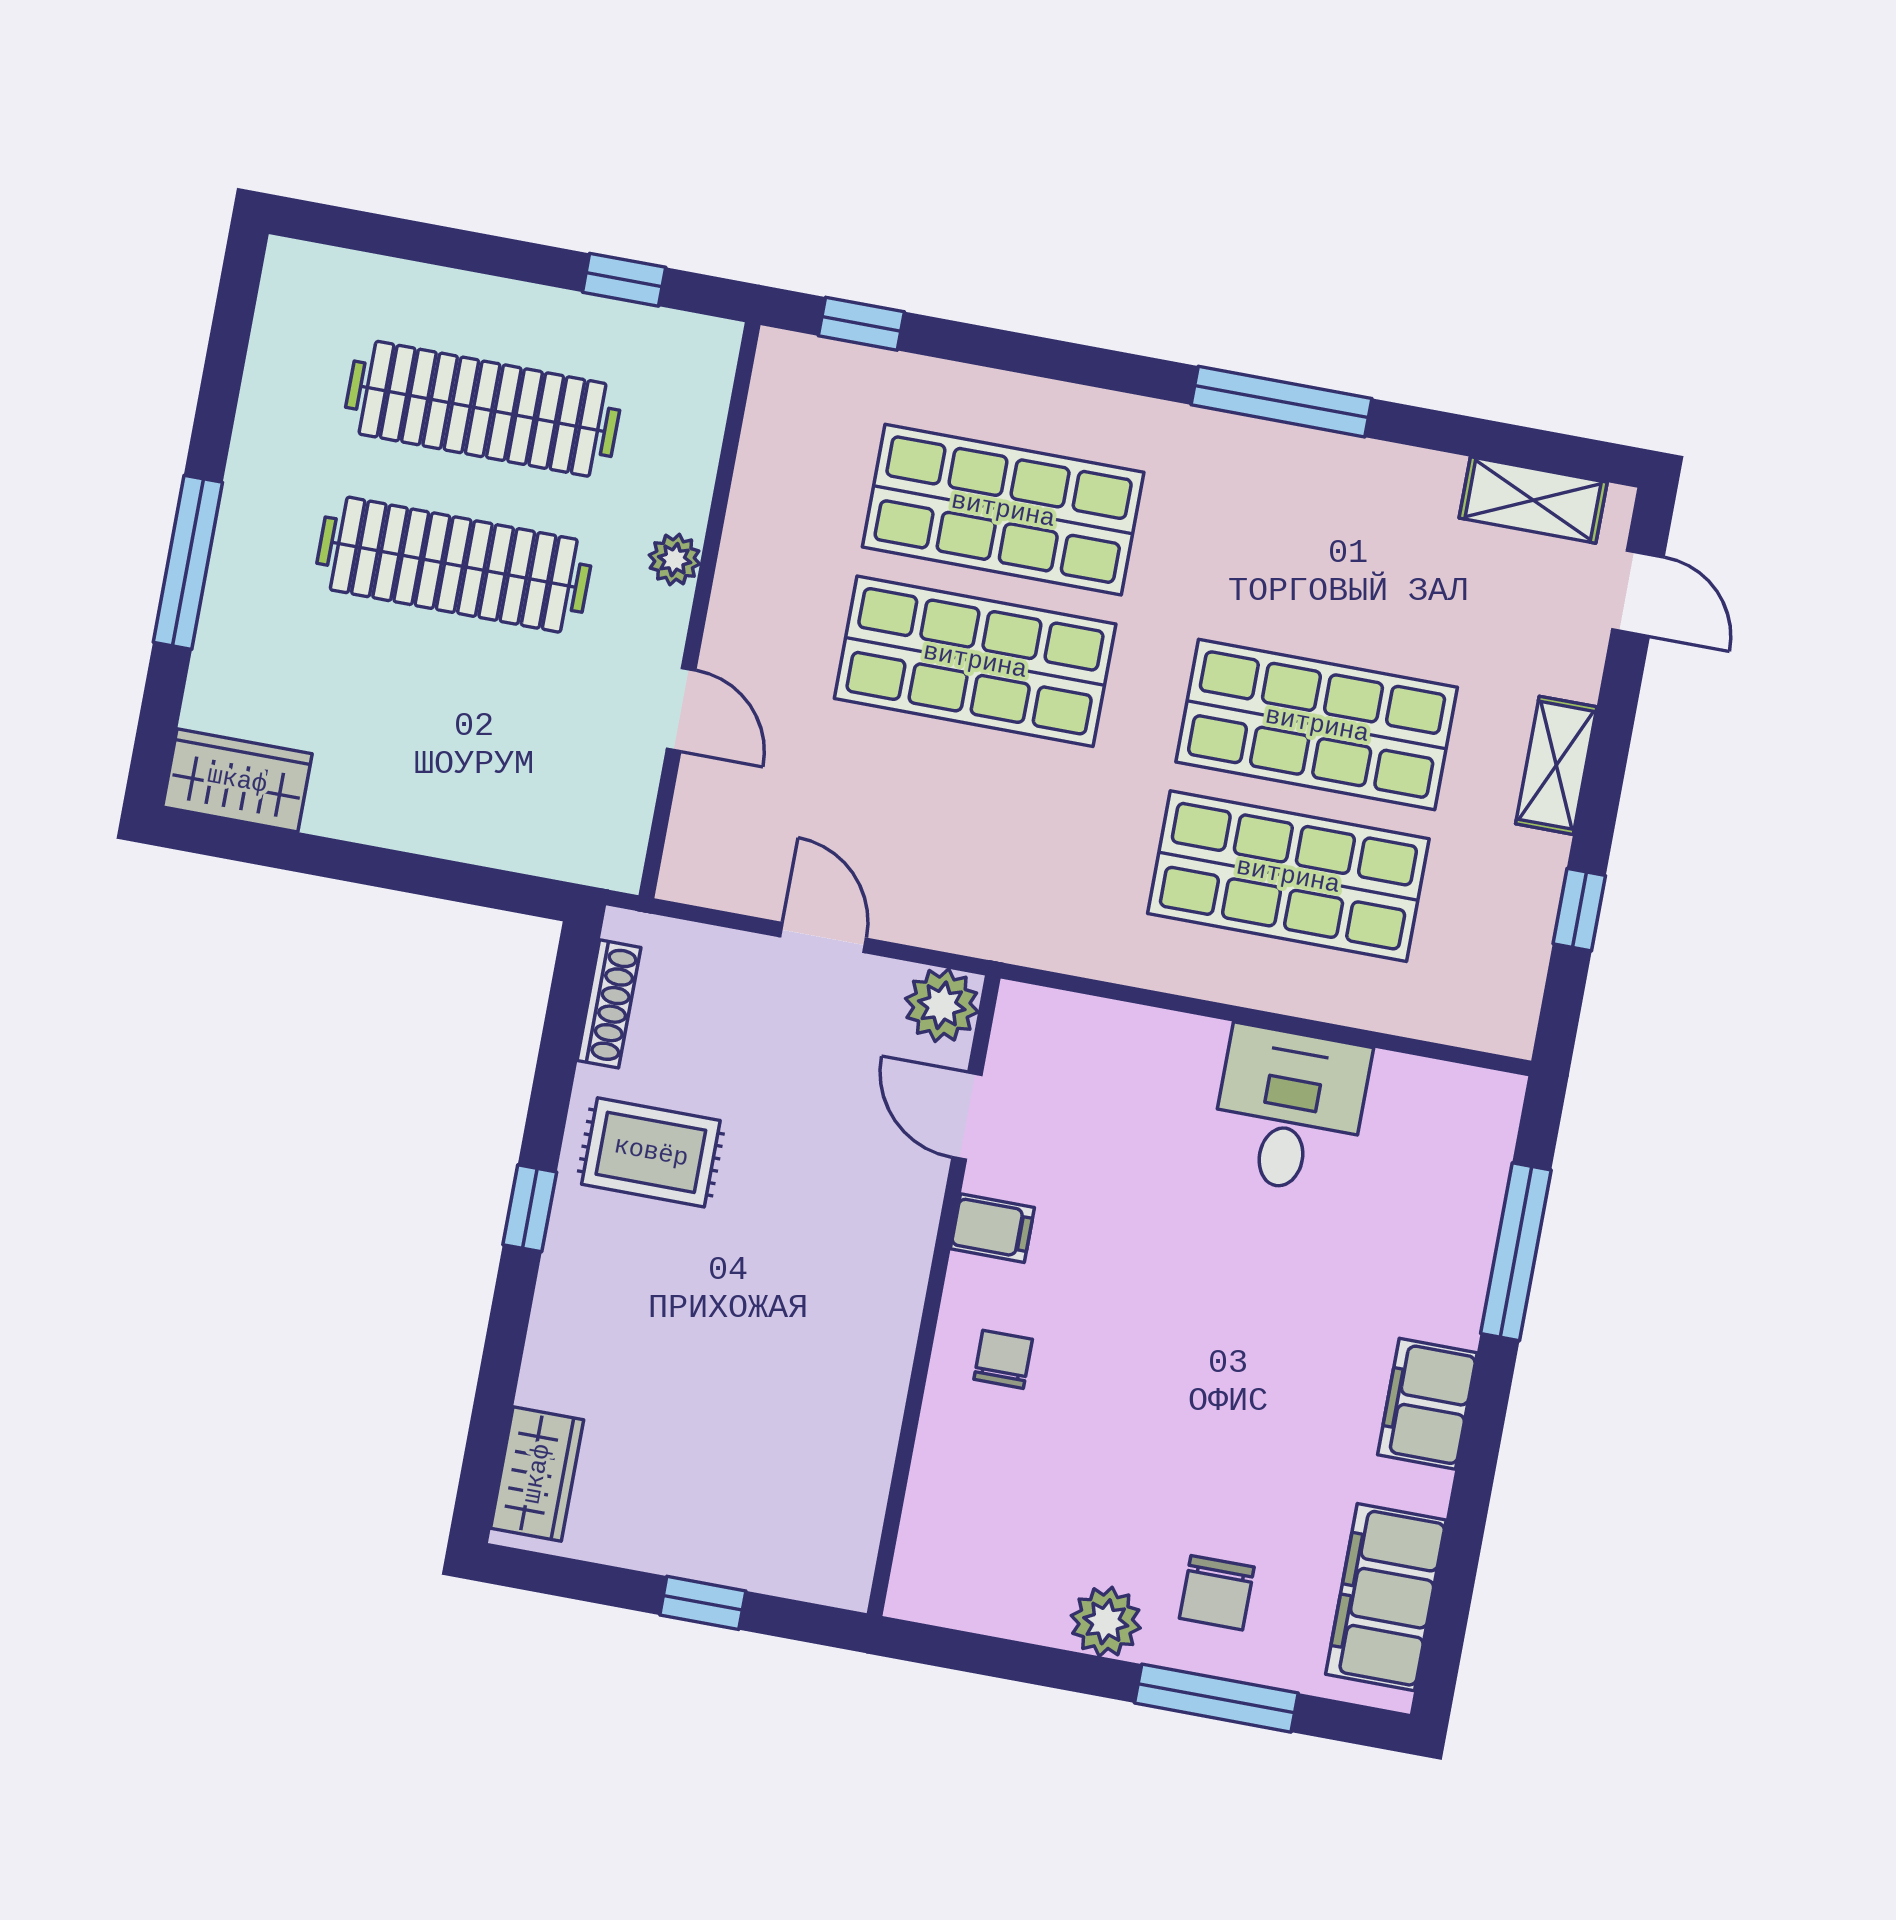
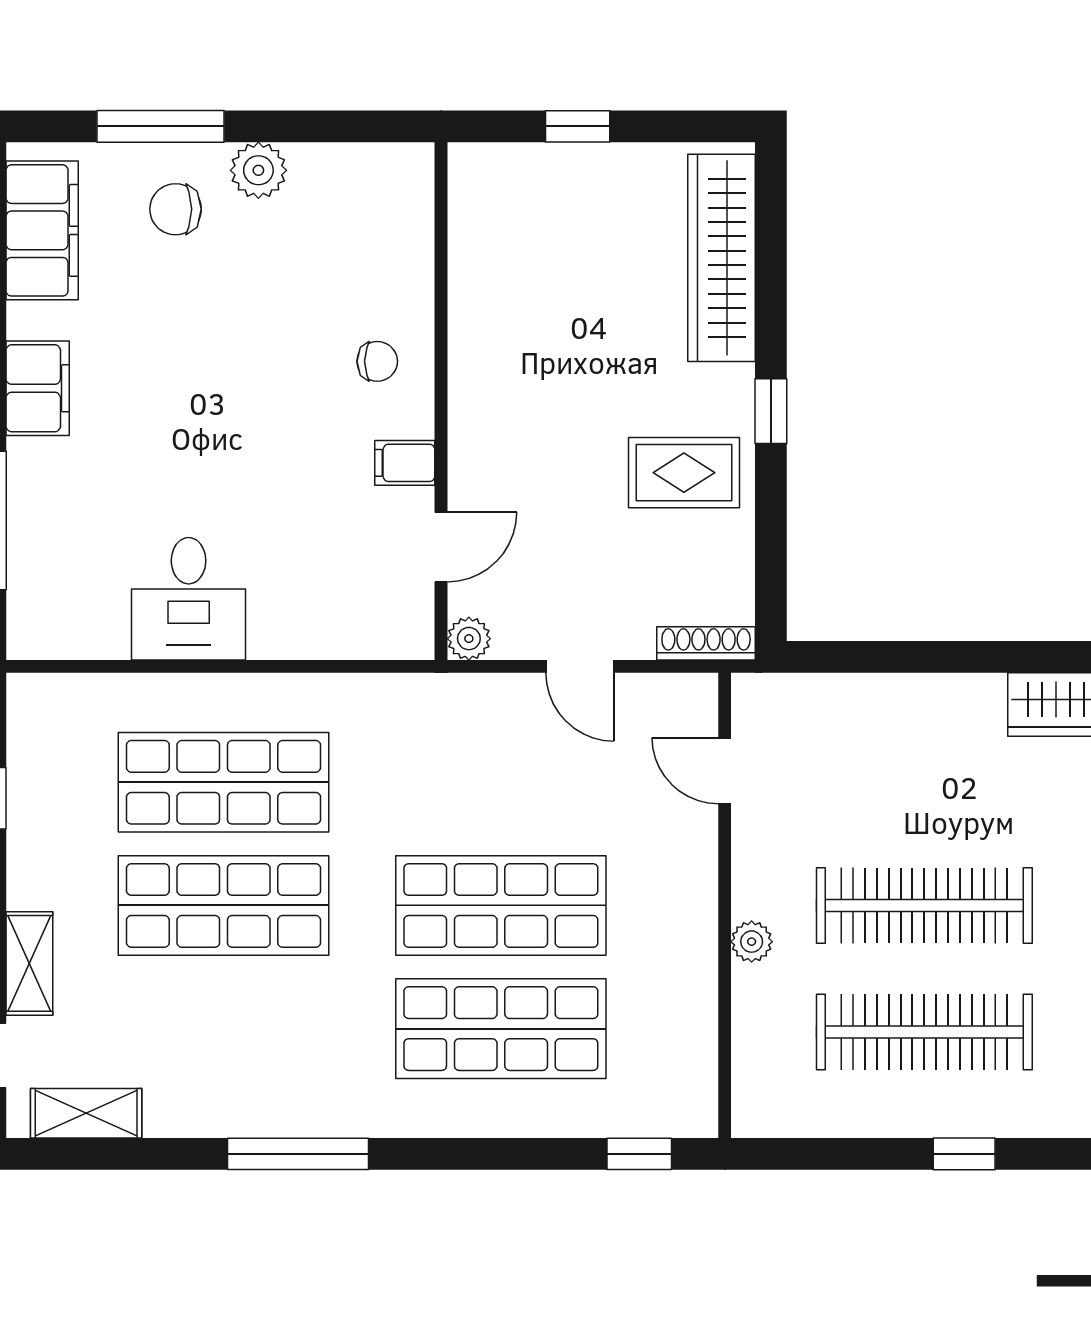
window: (624, 280) -> (964, 1154), moved
door: (681, 710) -> (725, 771), moved
shelving: (1556, 765) -> (29, 963), moved
shoe rack: (609, 1004) -> (706, 643), moved, turned 90
plant: (942, 1005) -> (469, 639), width x0.73, depth x0.73
door: (967, 1116) -> (441, 547), hinge flipped
chair: (1003, 1359) -> (377, 361), turned -90
wardrobe: (537, 1474) -> (722, 258), width x2.10, depth x1.17
chair: (1217, 1593) -> (176, 209), turned -90

